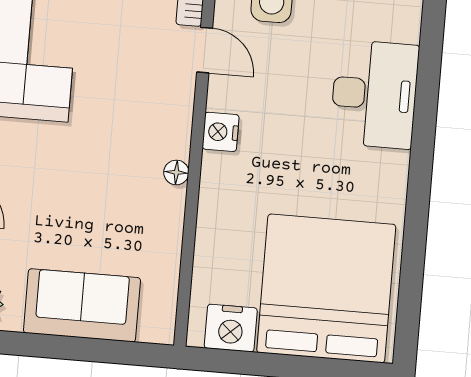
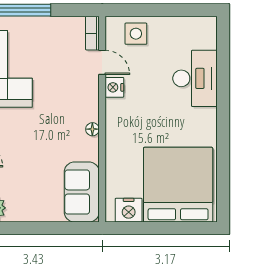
nightstand: (221, 132) -> (114, 87), moved
sofa: (82, 305) -> (82, 192), moved, turned -90

